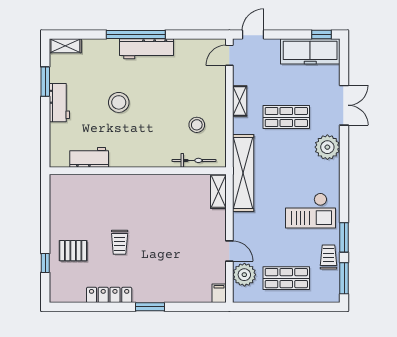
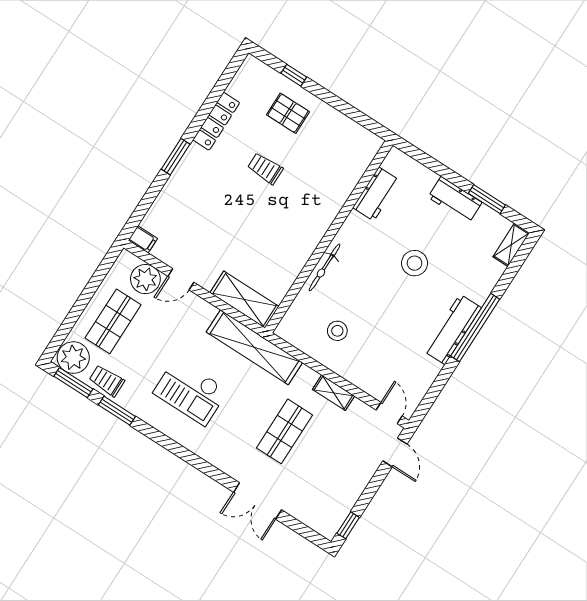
freezer: (310, 51) -> (338, 502), removed
plant: (327, 147) -> (73, 358), moved
bicycle: (194, 160) -> (325, 267), moved
shelving: (218, 191) -> (244, 300), width x1.50, depth x1.33
checkout: (310, 211) -> (191, 392), moved, turned -90
pallet: (73, 251) -> (288, 113), turned 90
trolley: (328, 257) -> (107, 381), turned 180

